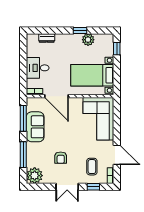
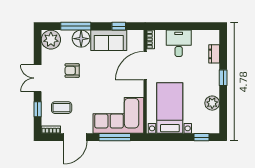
window: (80, 30) -> (223, 78), moved
window: (23, 118) -> (119, 26), width x0.46
window: (117, 122) -> (115, 137), added
floor lamp: (34, 150) -> (81, 39), added

